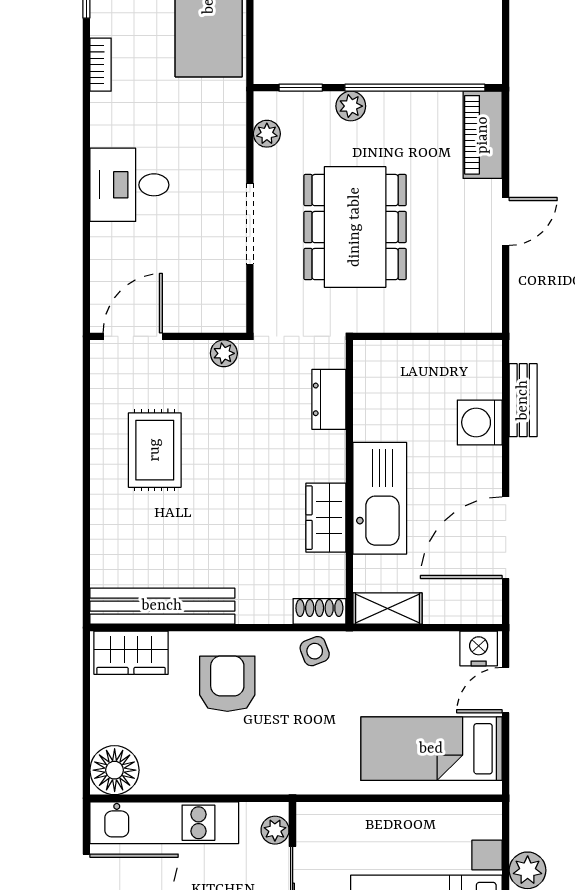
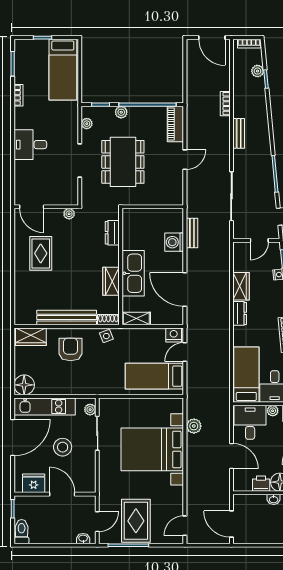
door: (133, 336) -> (32, 207), swing flipped
door: (506, 538) -> (185, 289), hinge flipped
bench: (162, 606) -> (67, 318), moved

